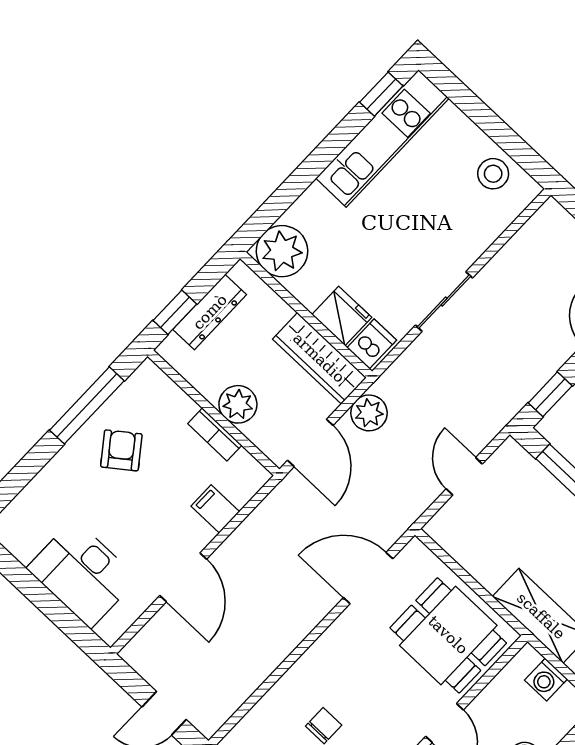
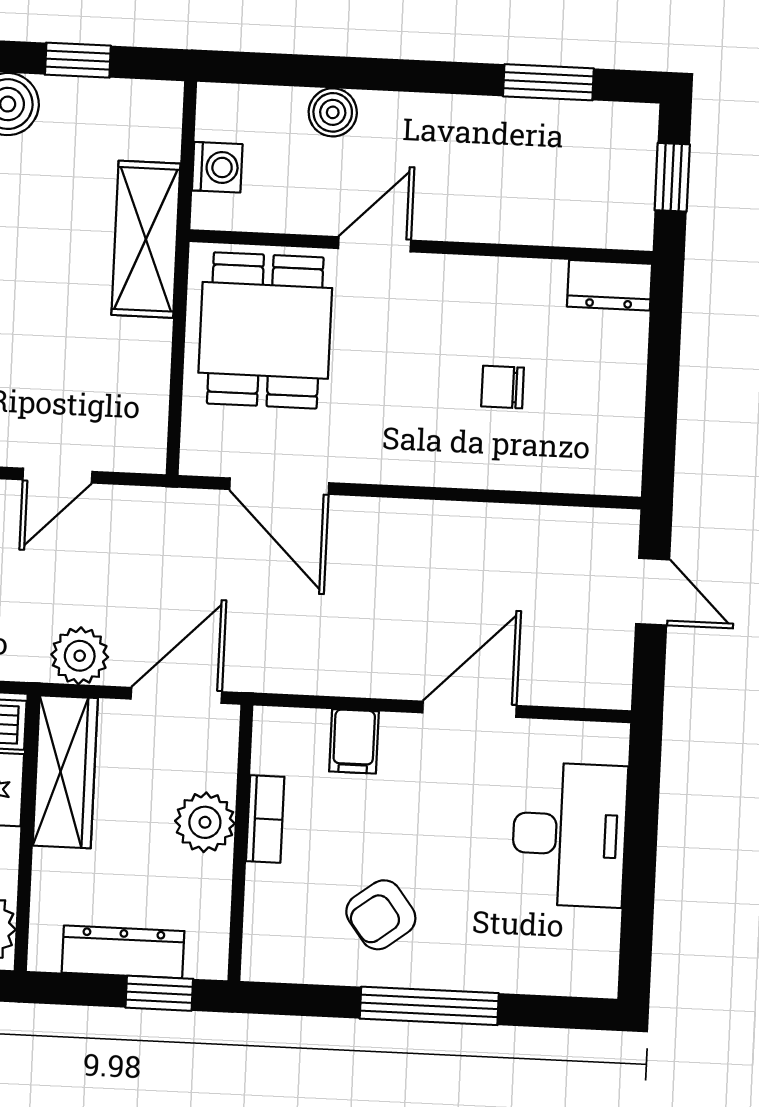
window: (87, 405) -> (429, 1006), moved

